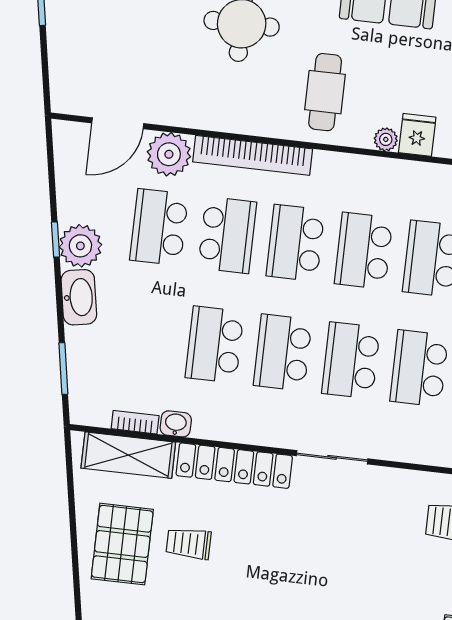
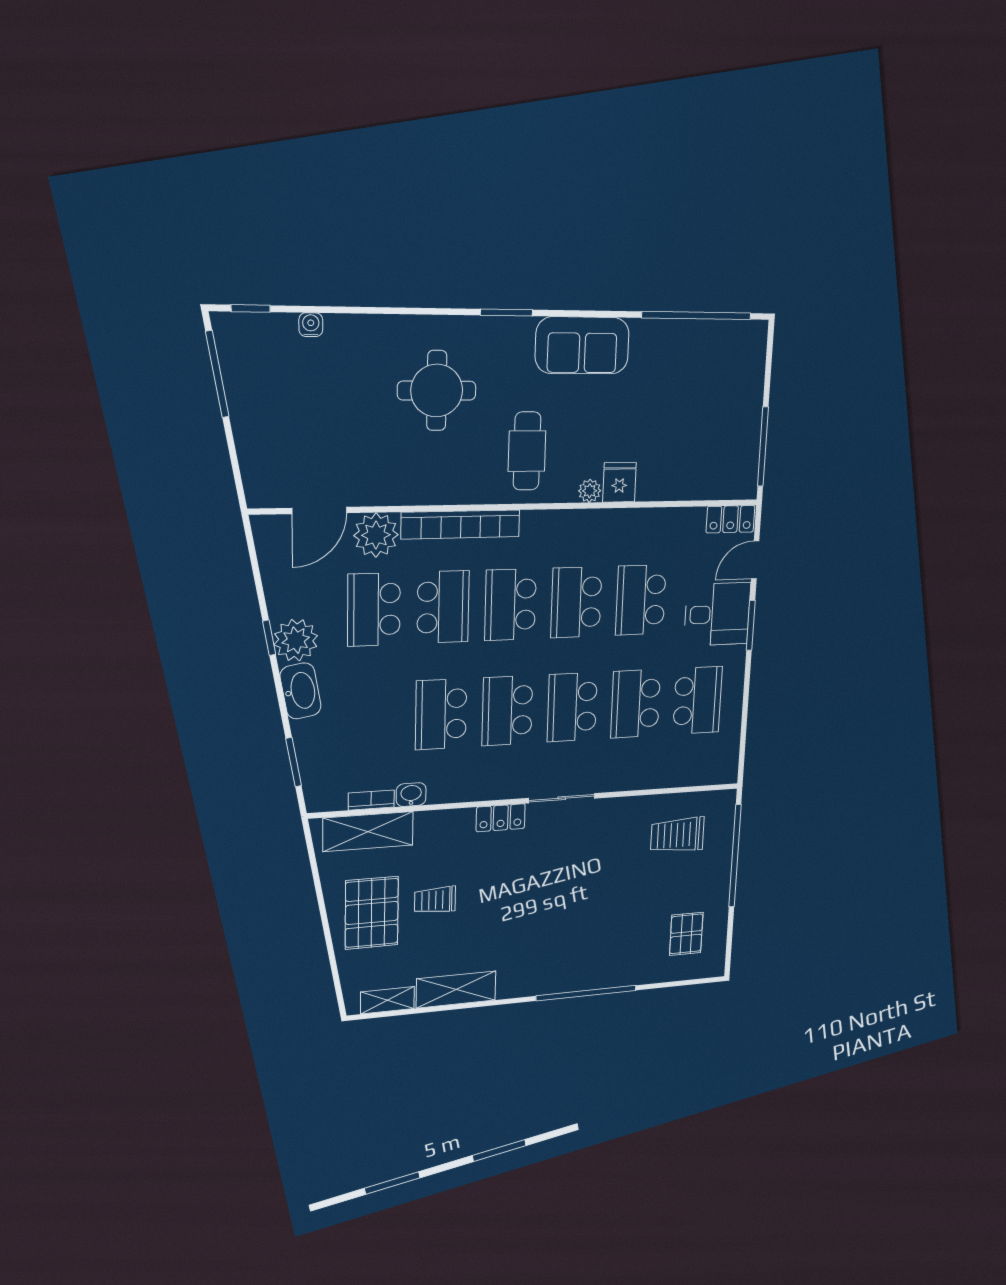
locker: (234, 466) -> (501, 818), width x0.46, depth x0.83

